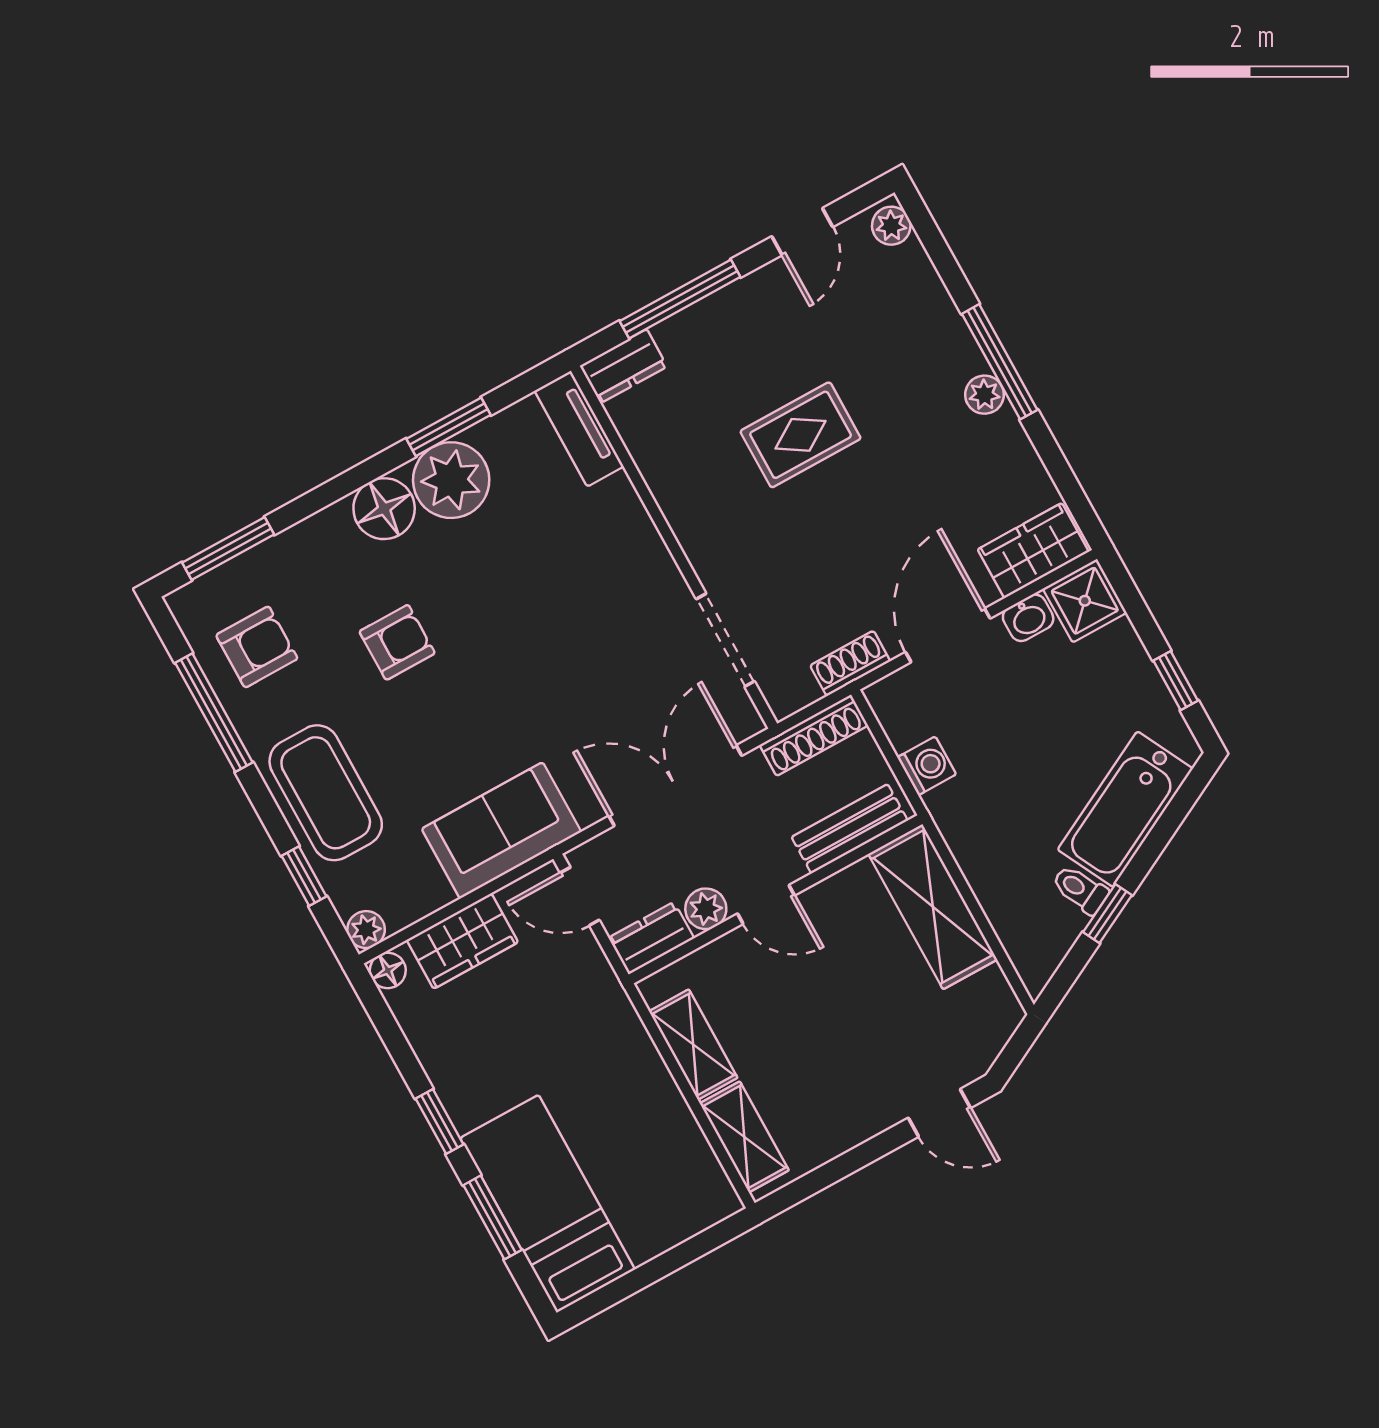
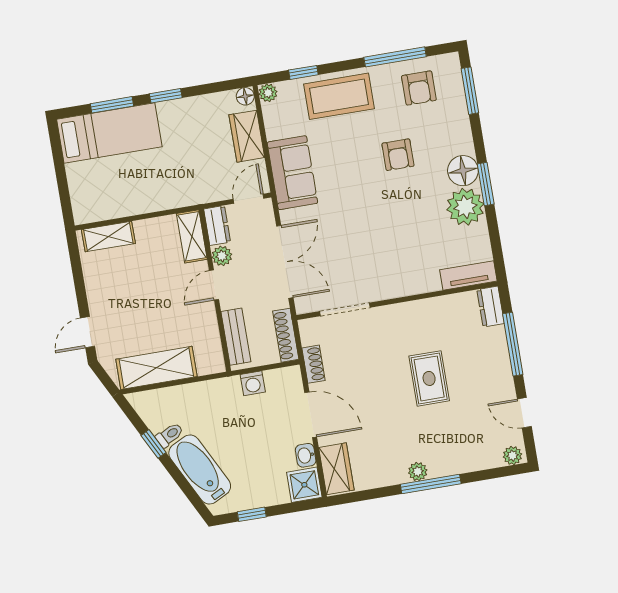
window: (449, 427) -> (486, 184), moved
shelving: (933, 907) -> (156, 368), moved
shelving: (693, 1044) -> (192, 236), moved, turned 90

